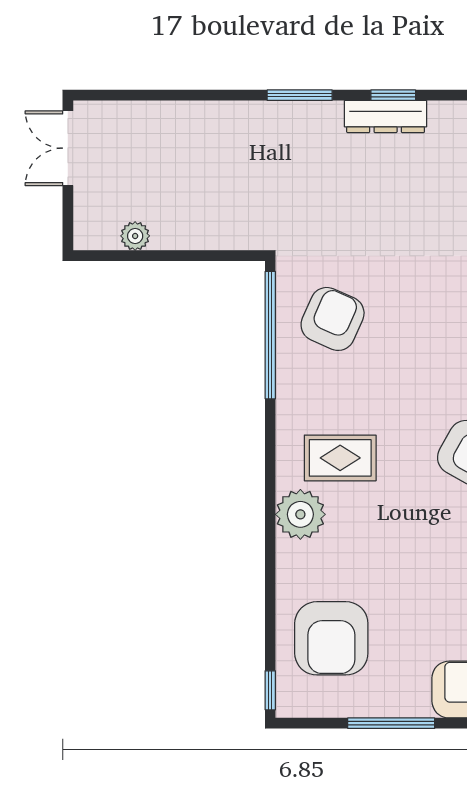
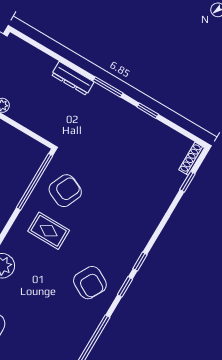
dresser: (386, 117) -> (73, 78), moved
rug: (340, 458) -> (49, 231), moved

